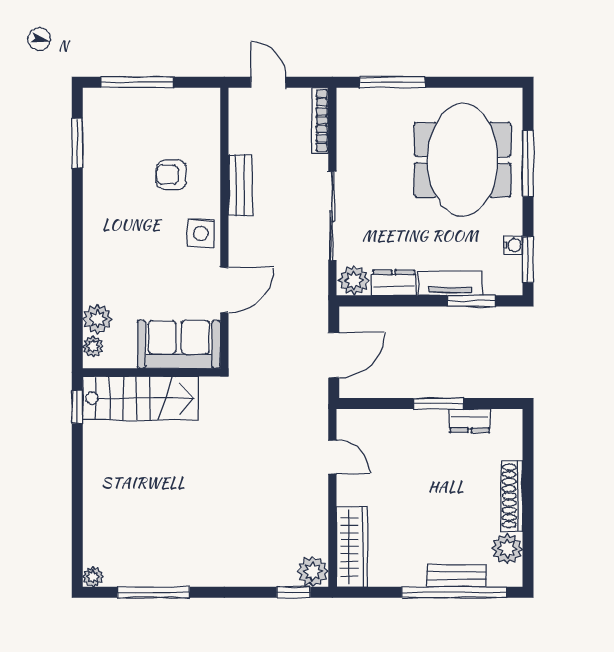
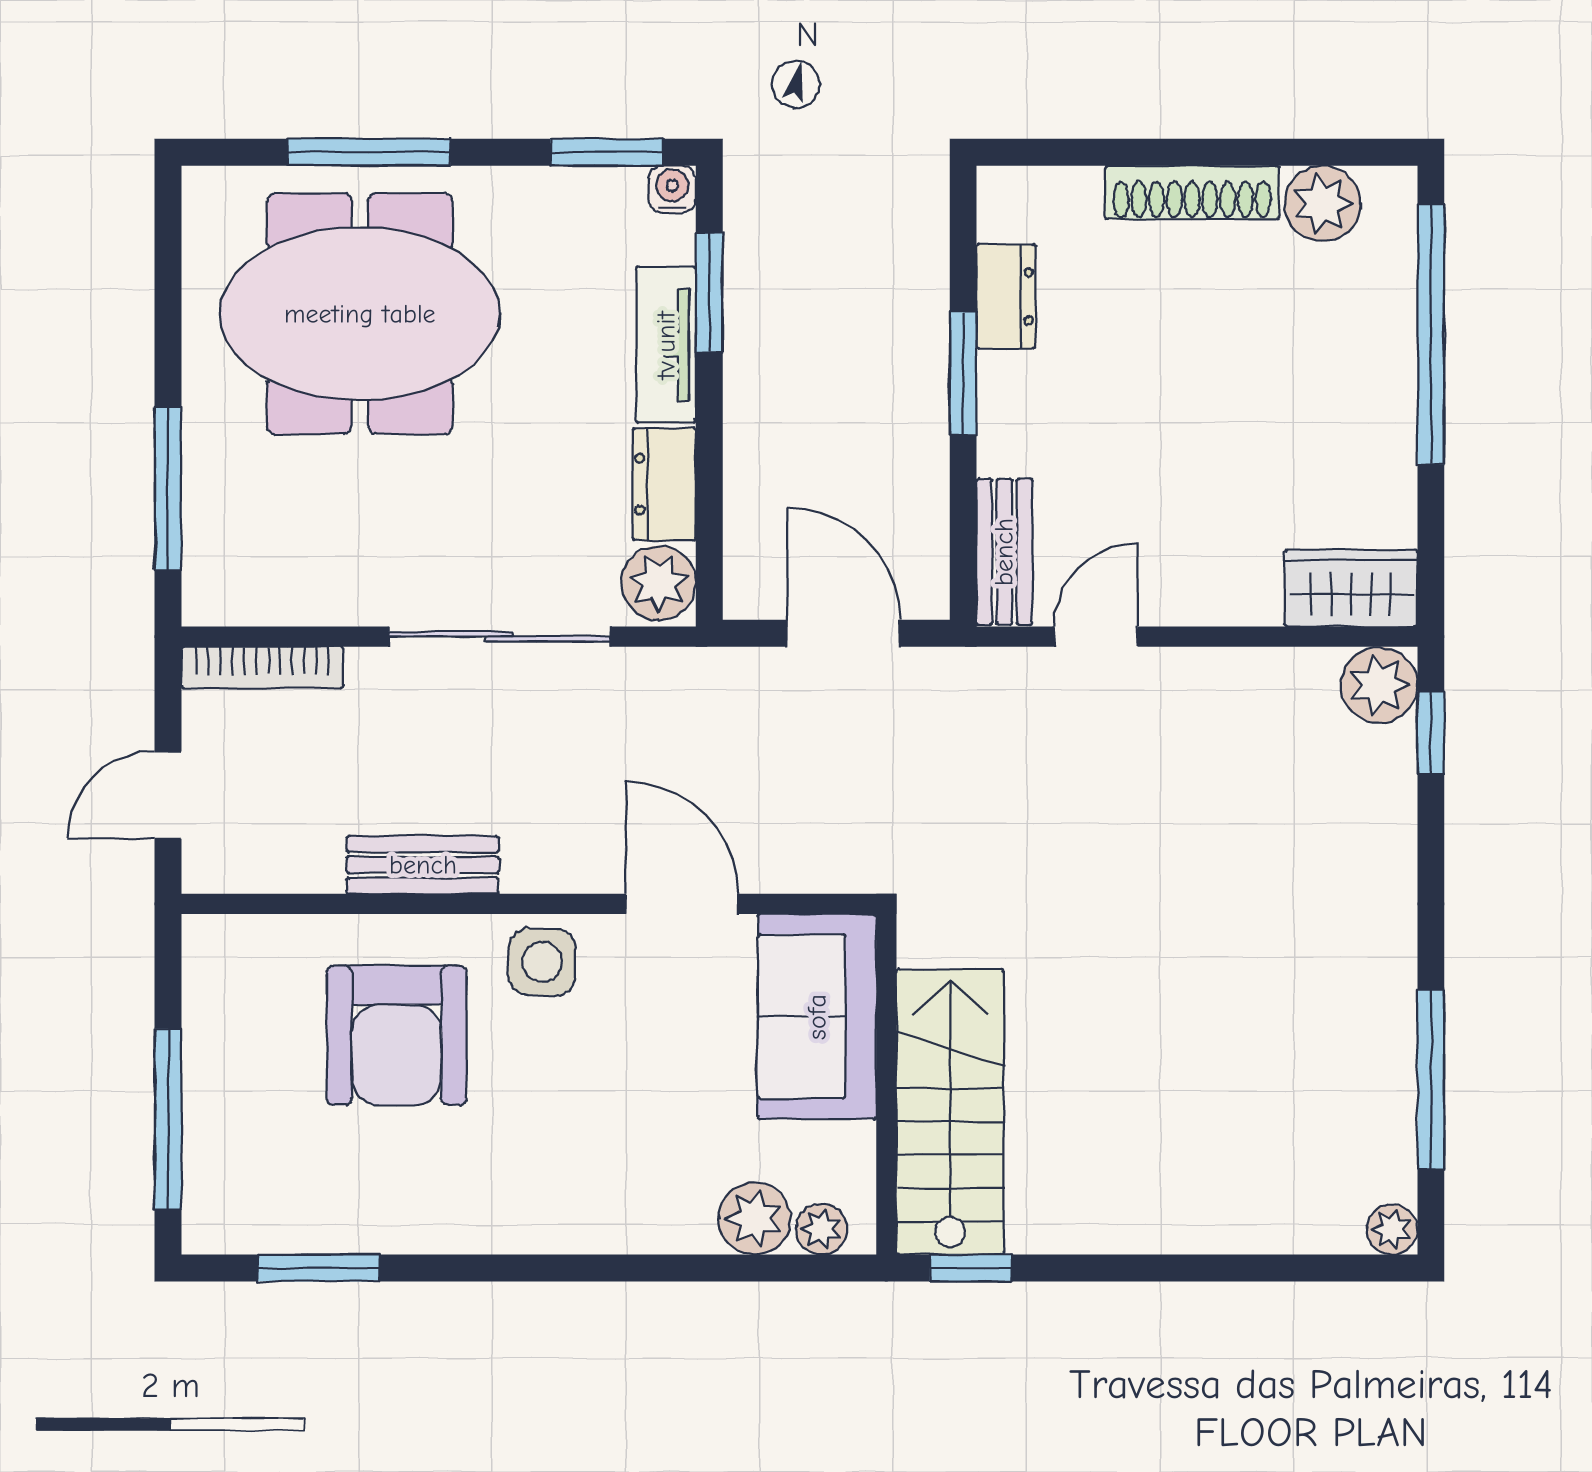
armchair: (171, 175) -> (397, 1035), width x1.88, depth x1.88
water cooler: (513, 245) -> (672, 189), moved
wardrobe: (352, 547) -> (1351, 588), width x0.67
bench: (456, 576) -> (1004, 552), moved

